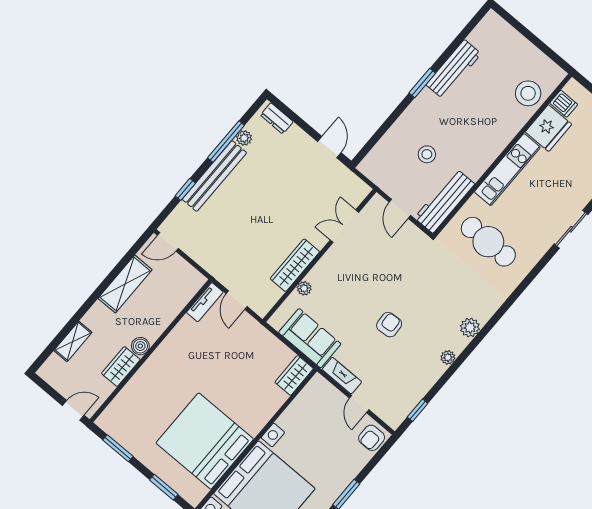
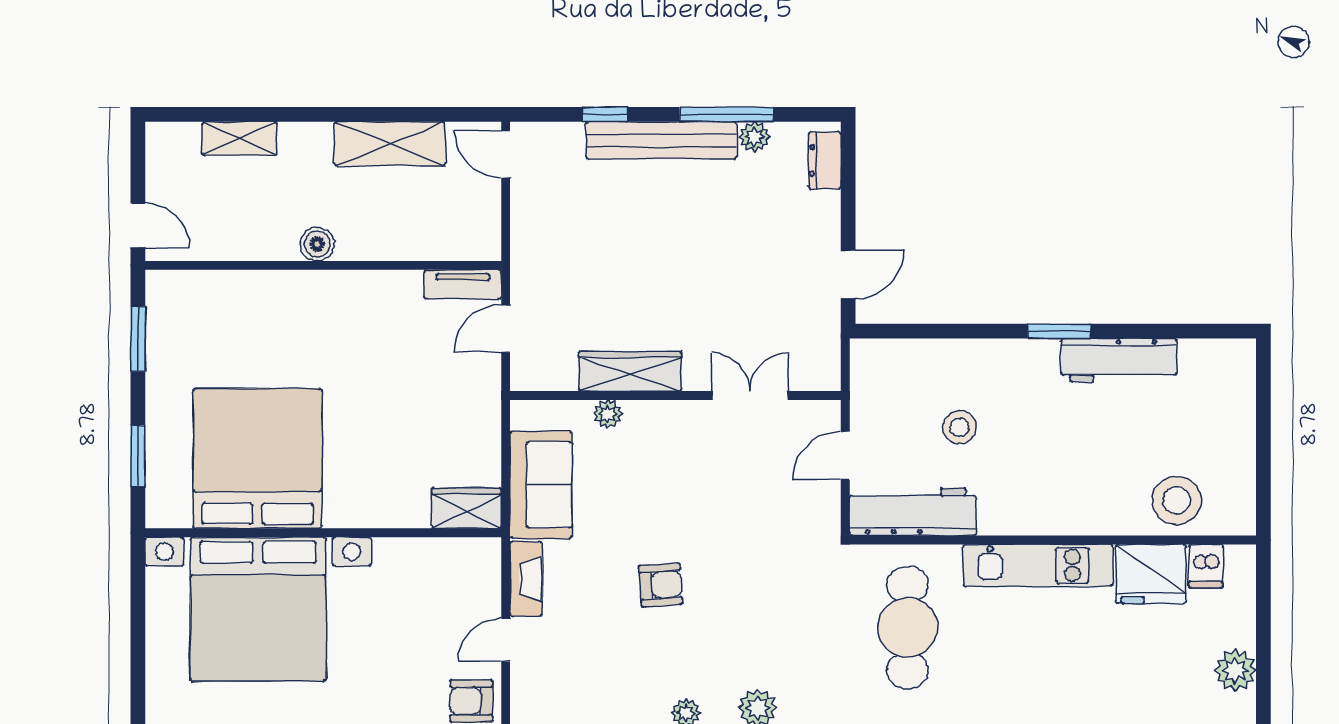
wardrobe: (121, 366) -> (262, 241), removed

